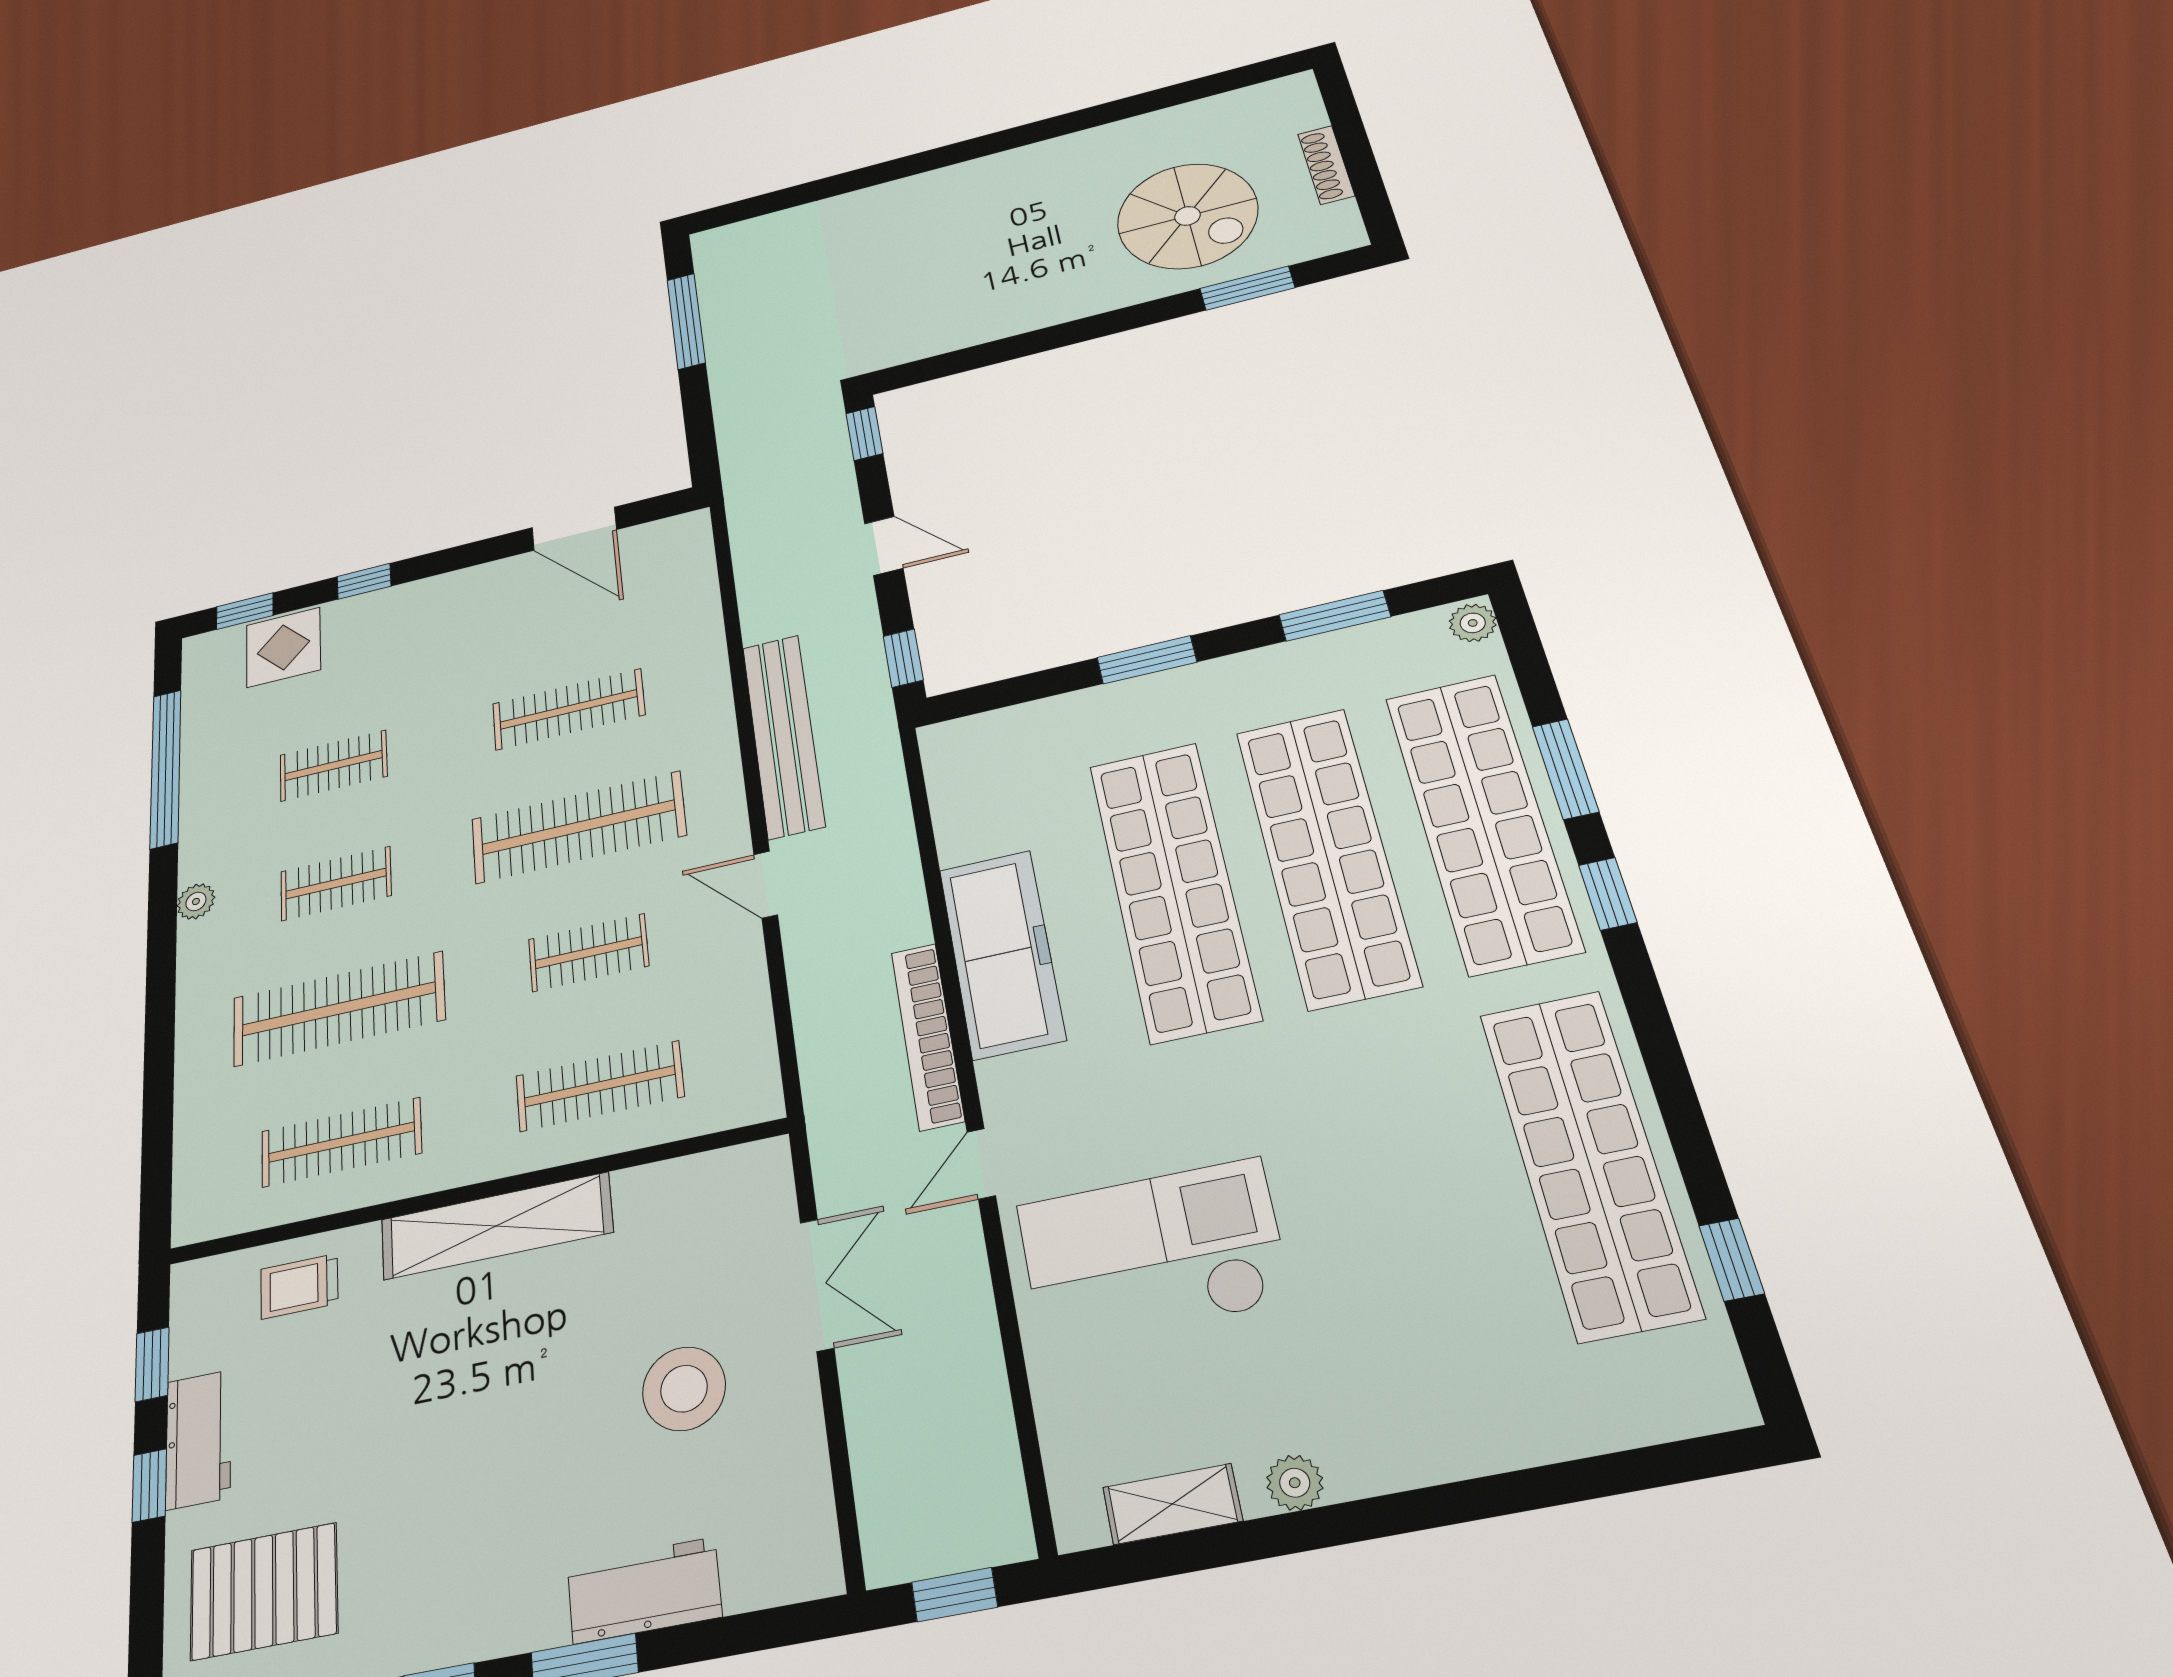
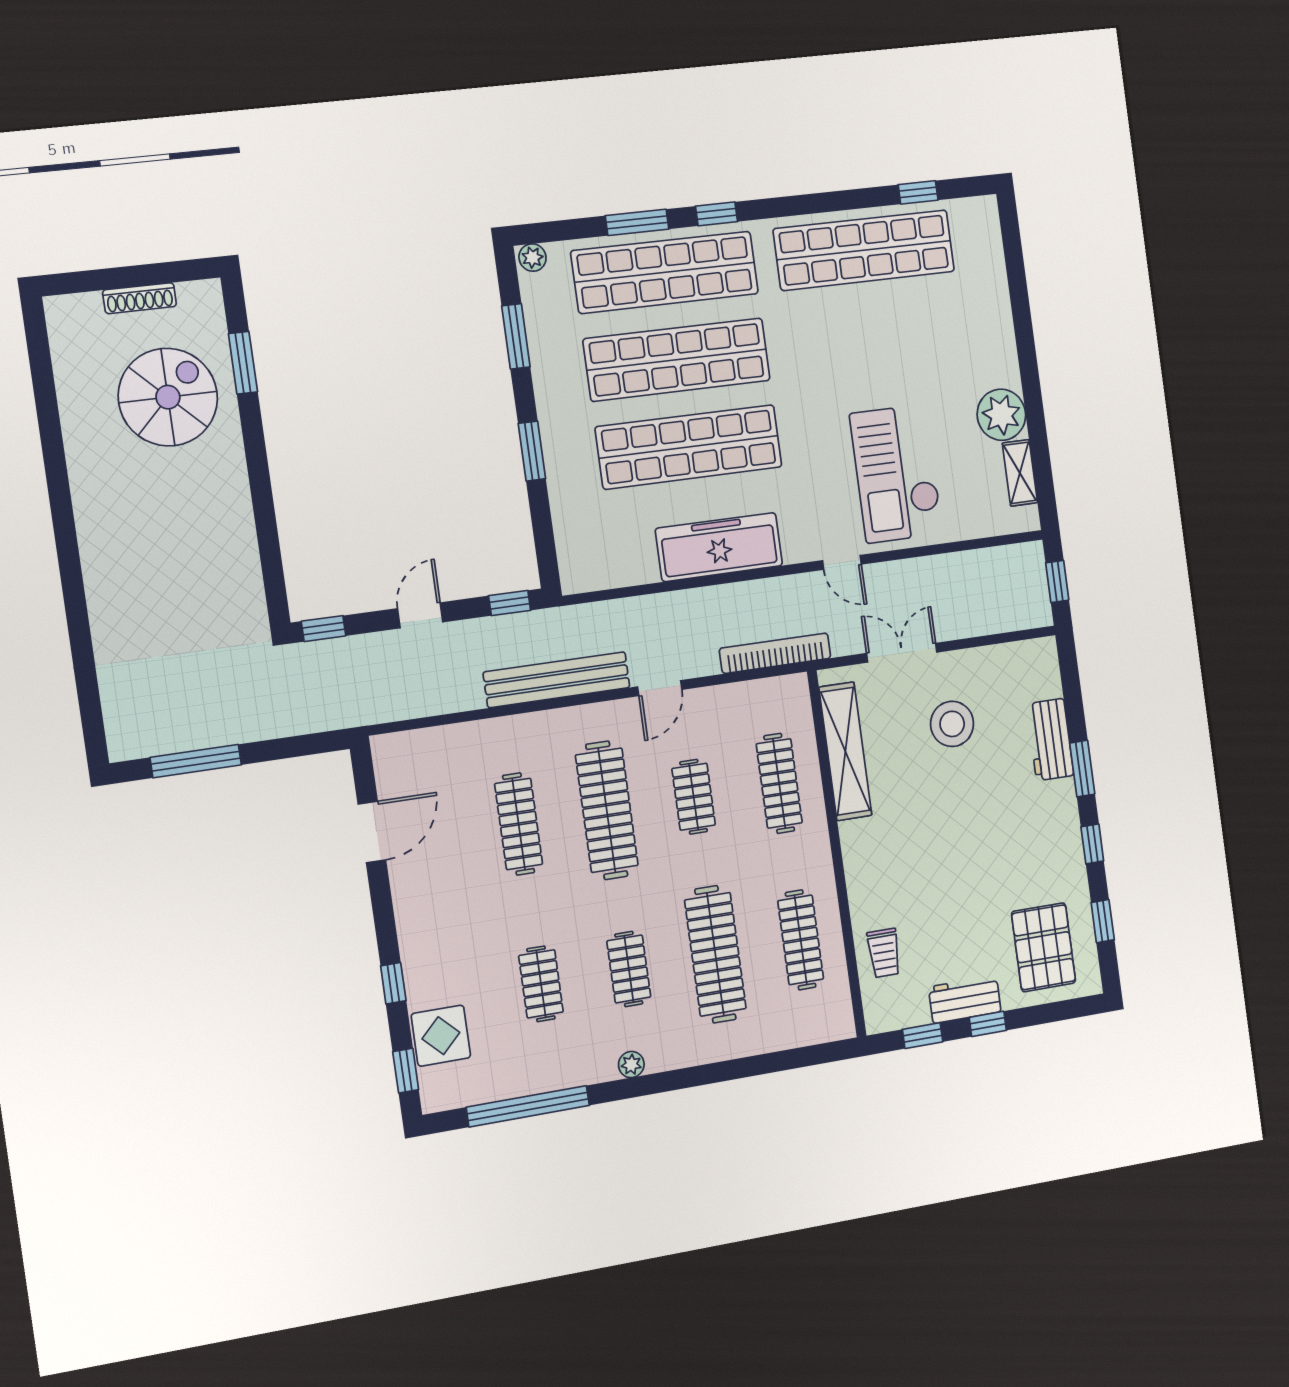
bookcase: (928, 1036) -> (775, 653), moved, turned 180
shelving: (496, 1226) -> (845, 751), moved
plant: (1295, 1483) -> (1001, 415), width x1.87, depth x1.87

